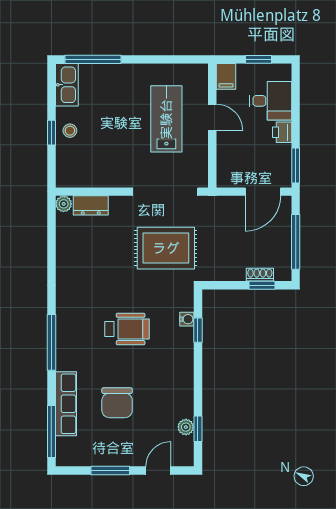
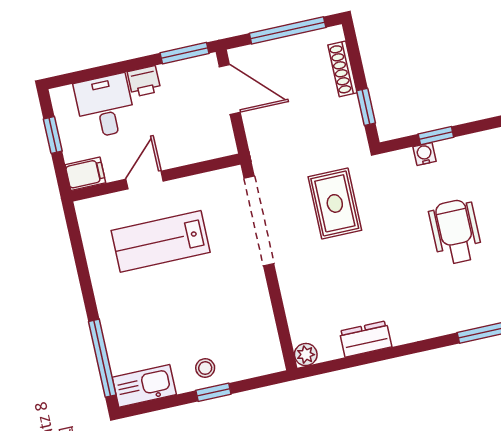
dresser: (91, 205) -> (366, 339), moved, turned -90
rug: (166, 248) -> (335, 203), width x0.73, depth x0.70
shoe rack: (260, 275) -> (343, 69), width x1.43
window: (262, 285) -> (366, 107), moved

